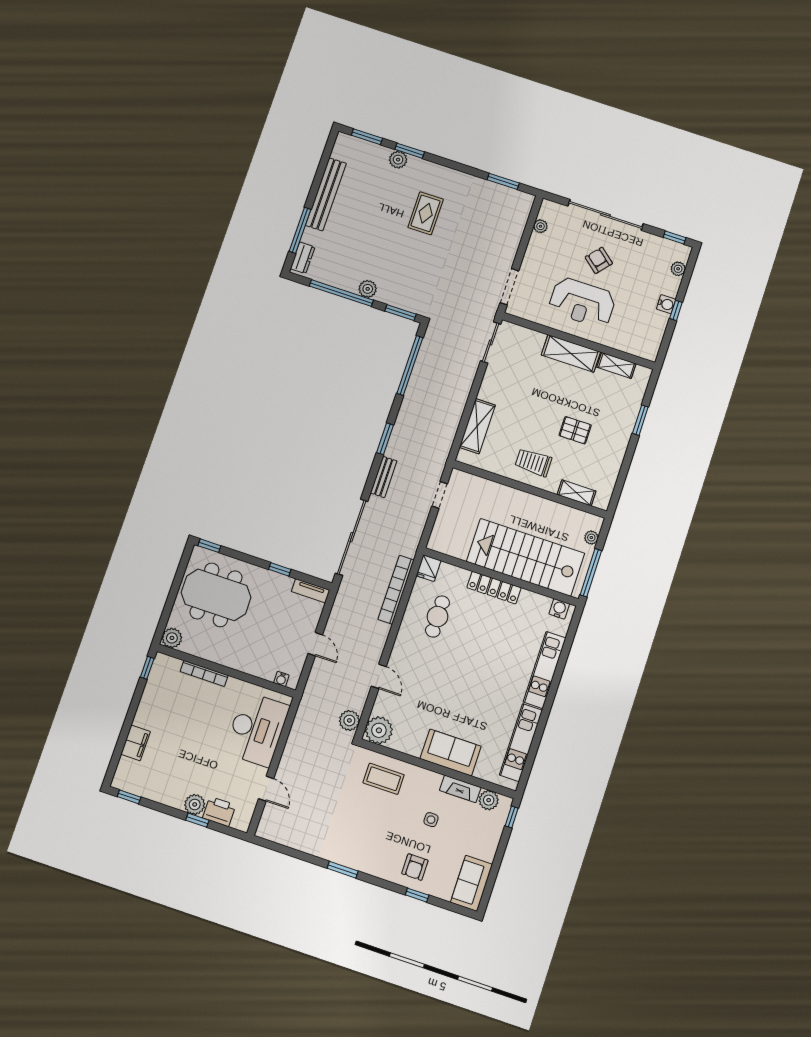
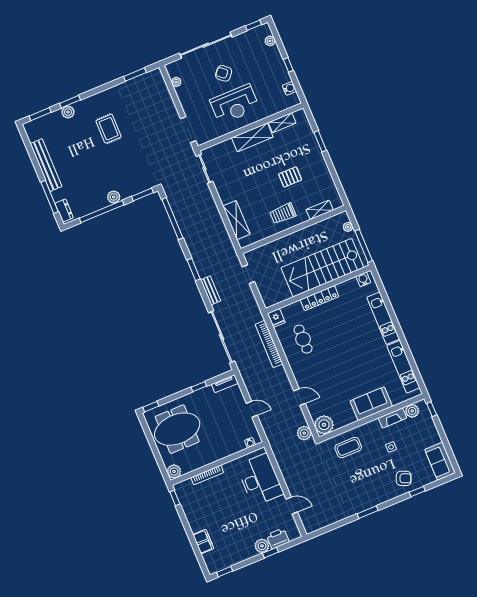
water cooler: (666, 304) -> (289, 88), moved
armchair: (415, 867) -> (404, 478), turned -67

